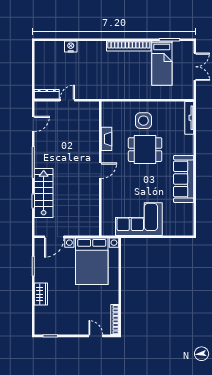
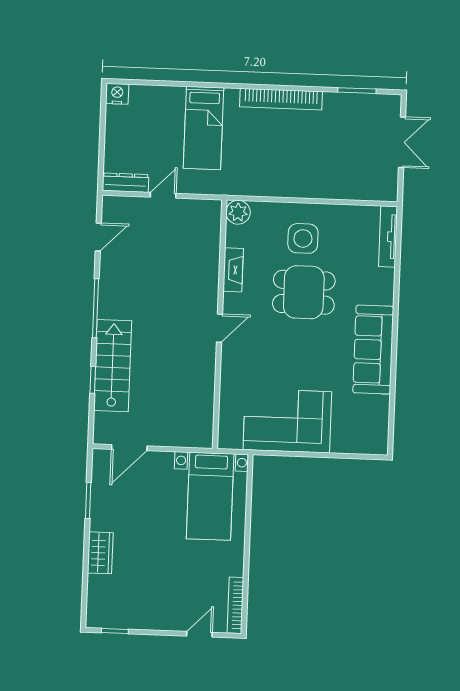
nightstand: (71, 47) -> (117, 94), moved
bed: (162, 63) -> (204, 128), moved
plant: (108, 108) -> (238, 212), added
bed with nightstands: (92, 261) -> (210, 496), width x0.73
door: (96, 336) -> (199, 634), hinge flipped

